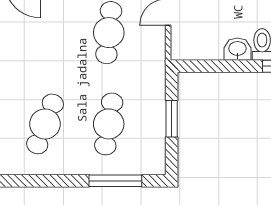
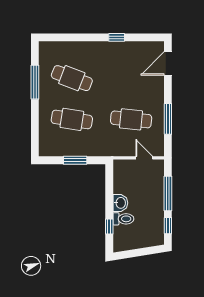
window: (115, 181) -> (35, 82), moved

